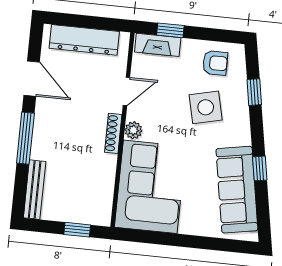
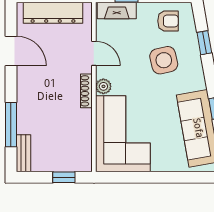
door: (126, 91) -> (94, 53), hinge flipped
window: (25, 138) -> (11, 125), moved
bench: (35, 190) -> (23, 153), width x0.73

